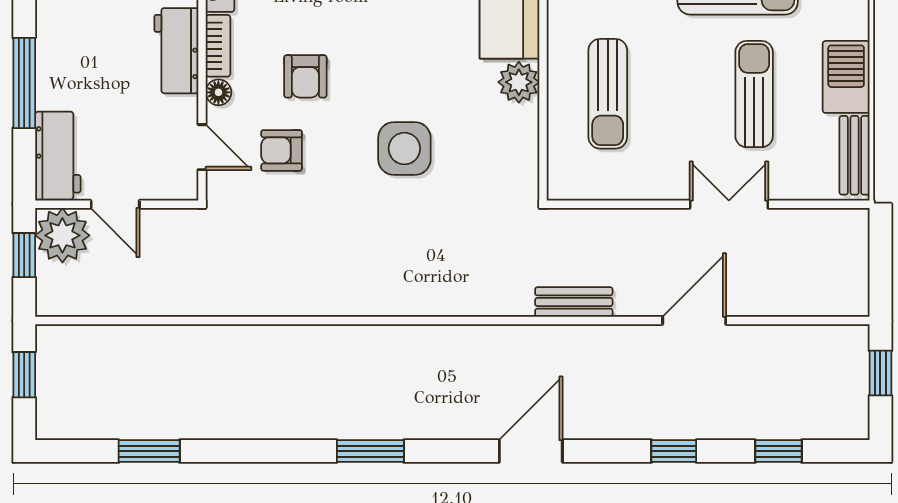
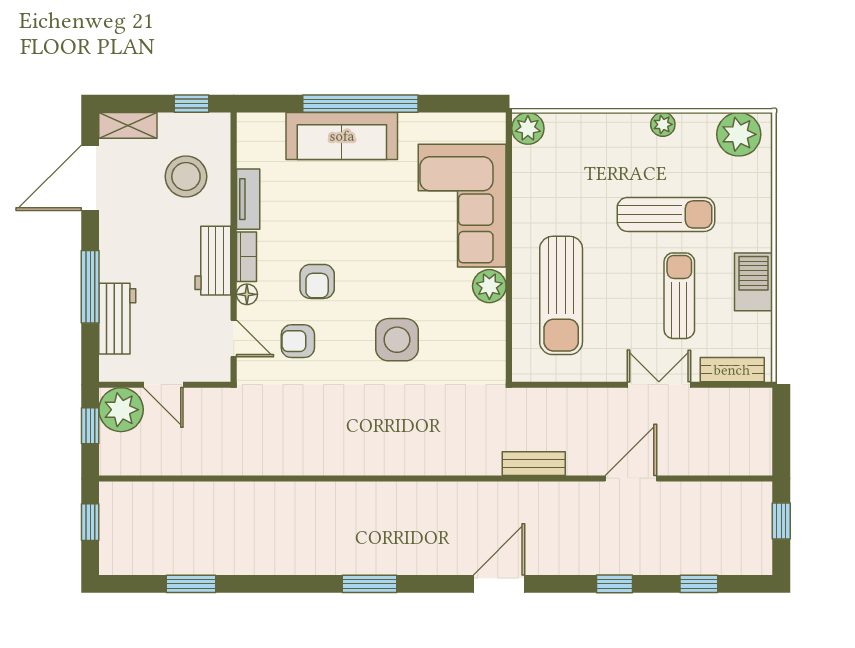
sun lounger: (608, 94) -> (561, 295), width x1.36, depth x1.34
bench: (854, 155) -> (732, 370), moved, turned 90
workbench: (58, 156) -> (117, 319), moved

